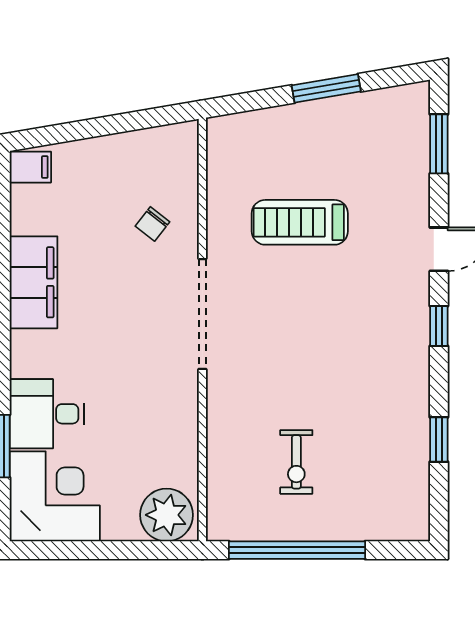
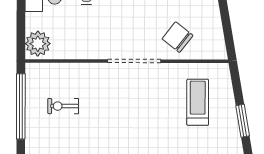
treadmill: (300, 222) -> (198, 102), moved
chair: (152, 224) -> (178, 37), width x1.87, depth x1.87

